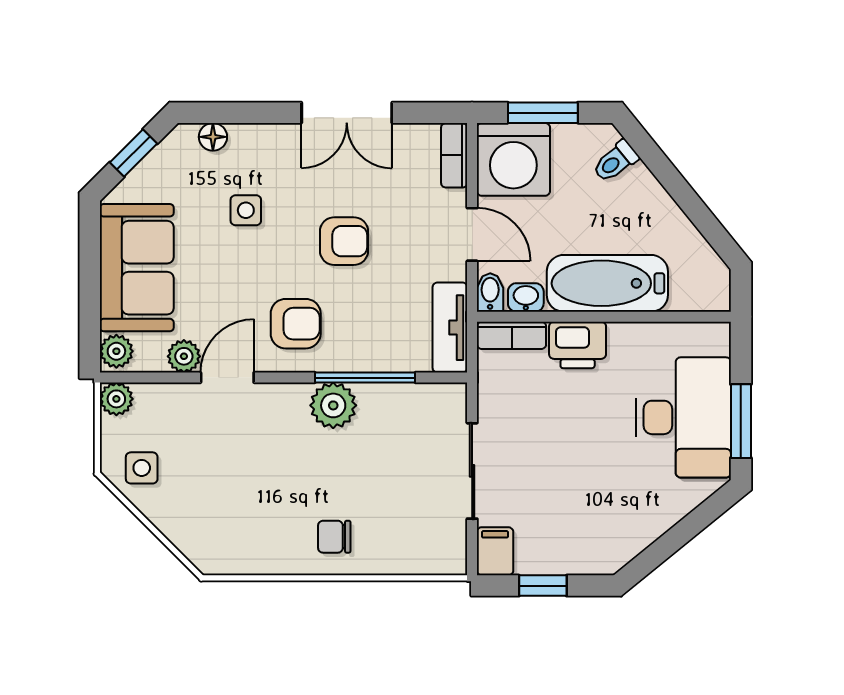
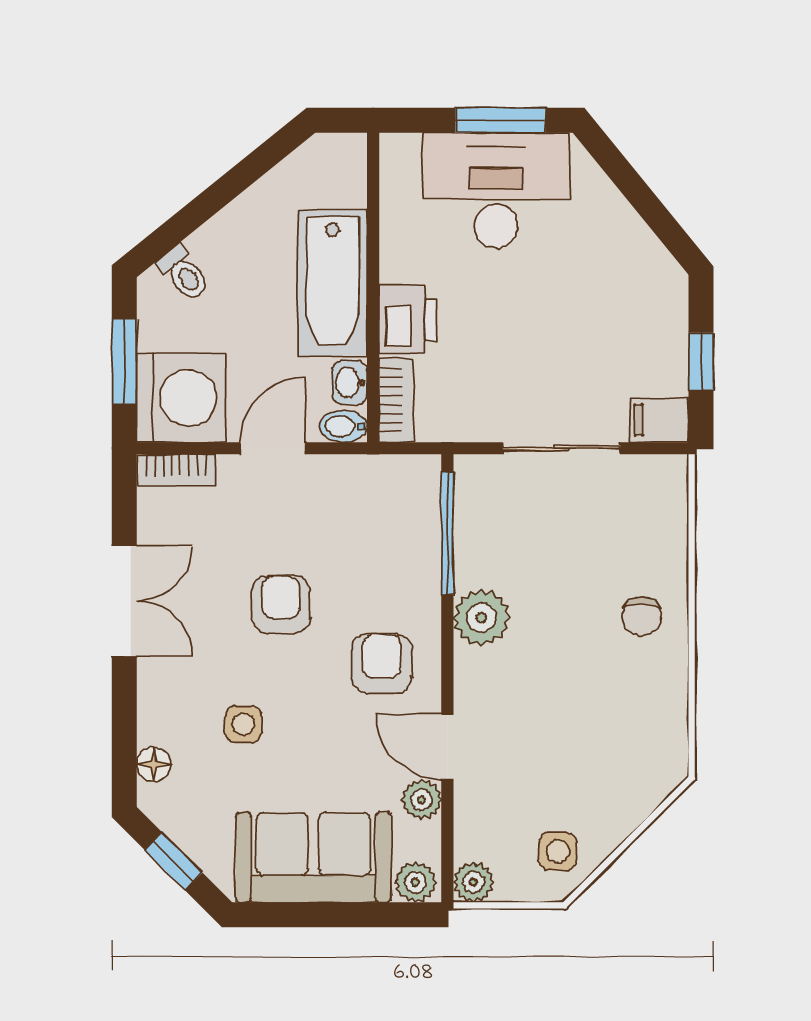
tv unit: (450, 328) -> (386, 475), removed
window: (365, 378) -> (447, 533), moved

